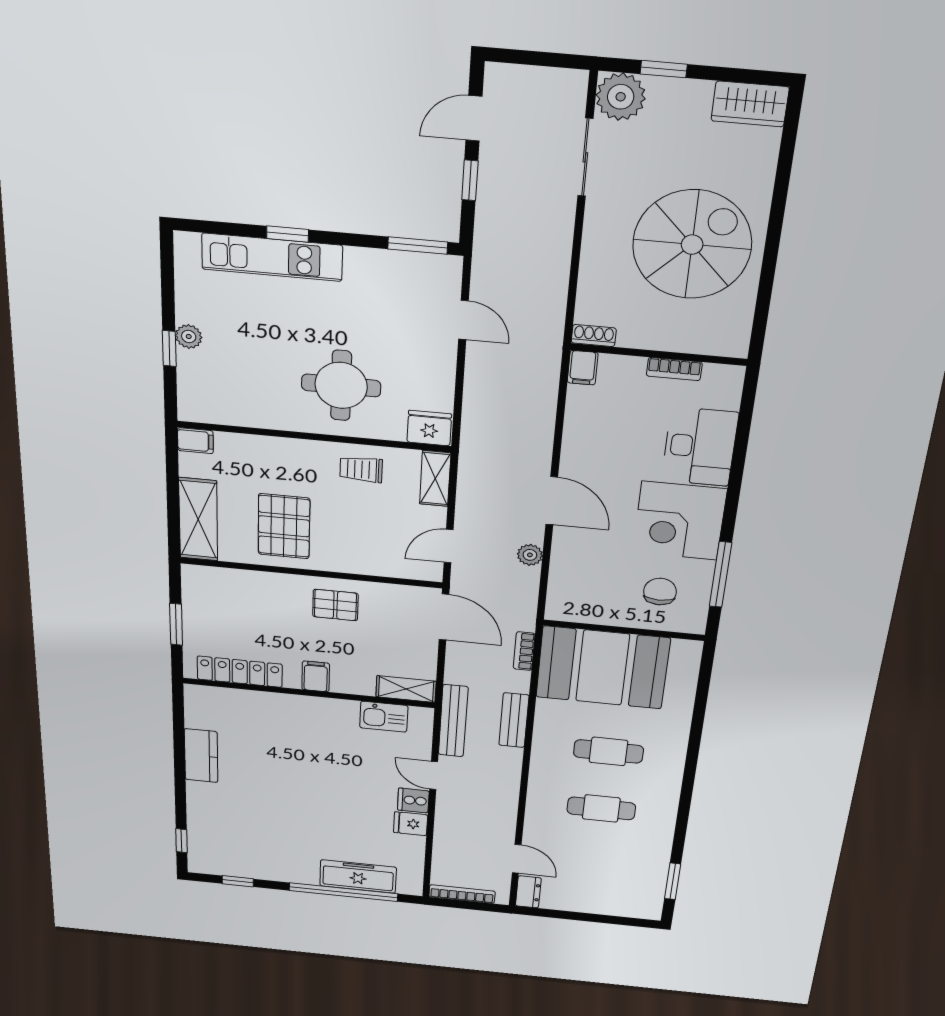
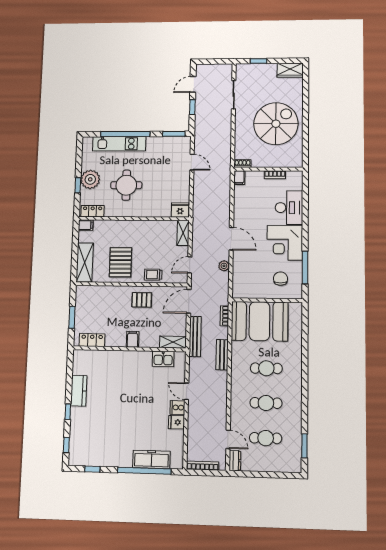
plant: (621, 97) -> (244, 72), removed
window: (288, 234) -> (125, 134), width x3.17
plant: (189, 336) -> (90, 179), width x1.87, depth x1.87
round table: (341, 385) -> (126, 185), moved
locker: (211, 411) -> (93, 211), added
trolley: (361, 469) -> (153, 275), moved
door: (444, 617) -> (189, 301), swing flipped
locker: (240, 672) -> (92, 340), width x0.66
bench: (453, 721) -> (195, 337), moved
window: (180, 788) -> (68, 412), added
cafe table: (594, 863) -> (266, 438), added

